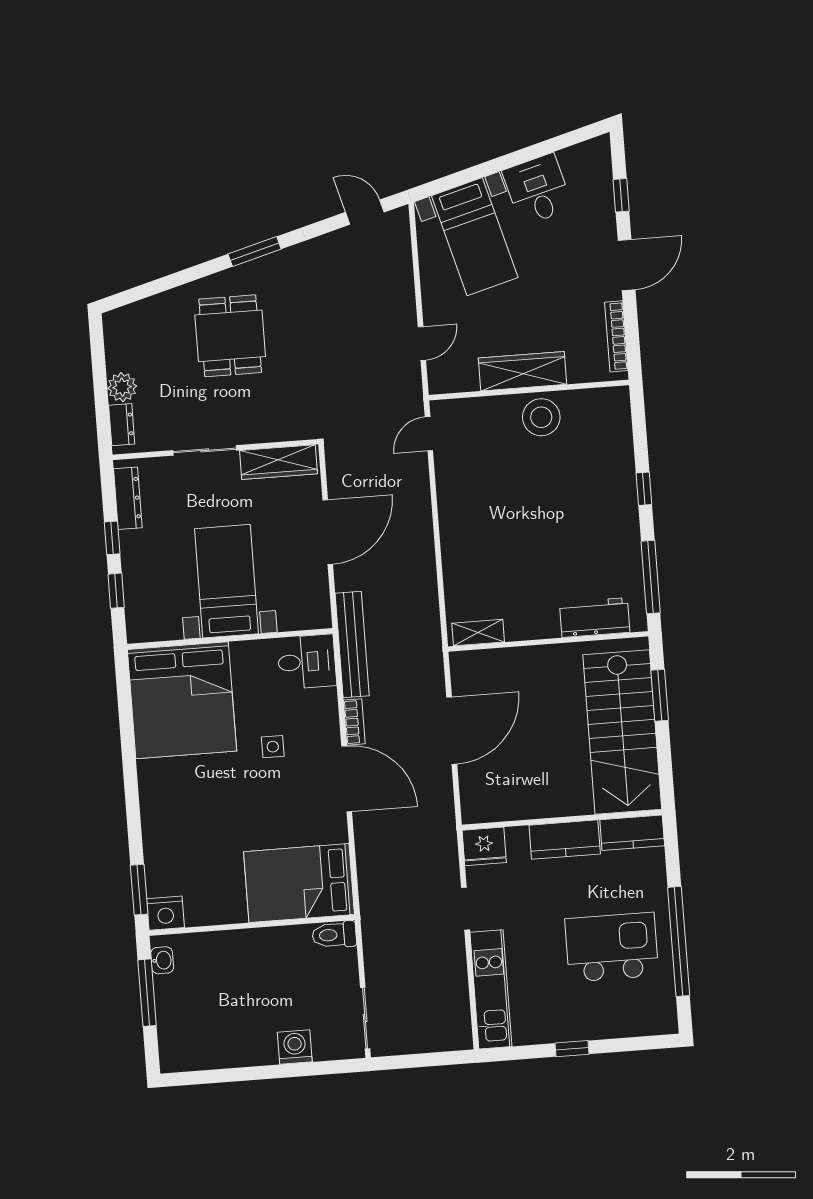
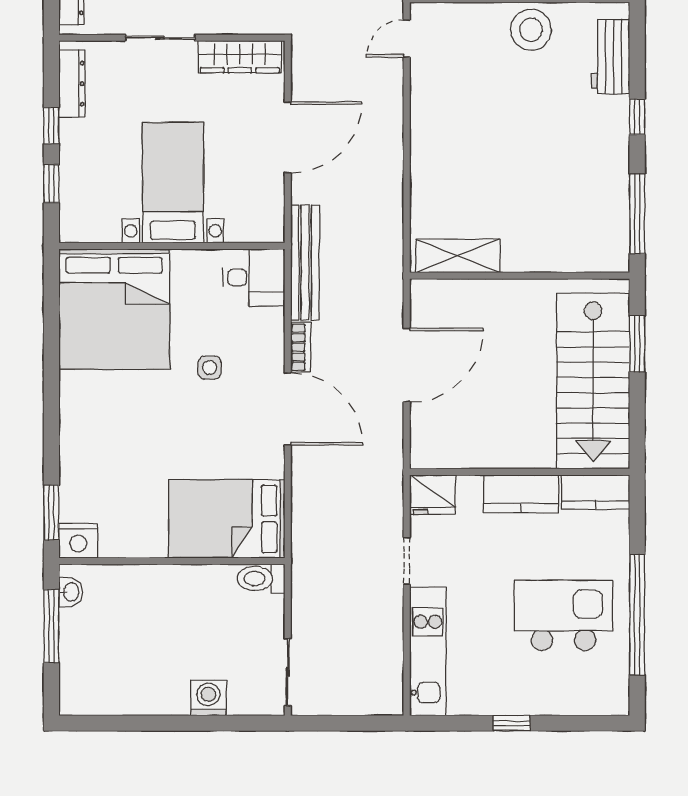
workbench: (595, 618) -> (610, 57), moved, turned -90
shelving: (478, 633) -> (458, 256), width x1.50, depth x1.33

